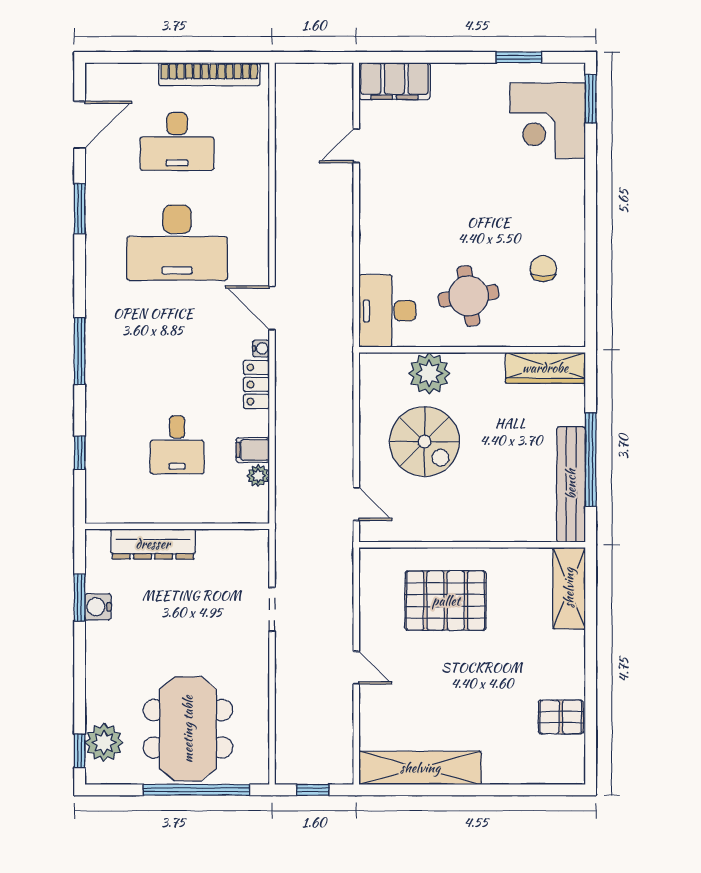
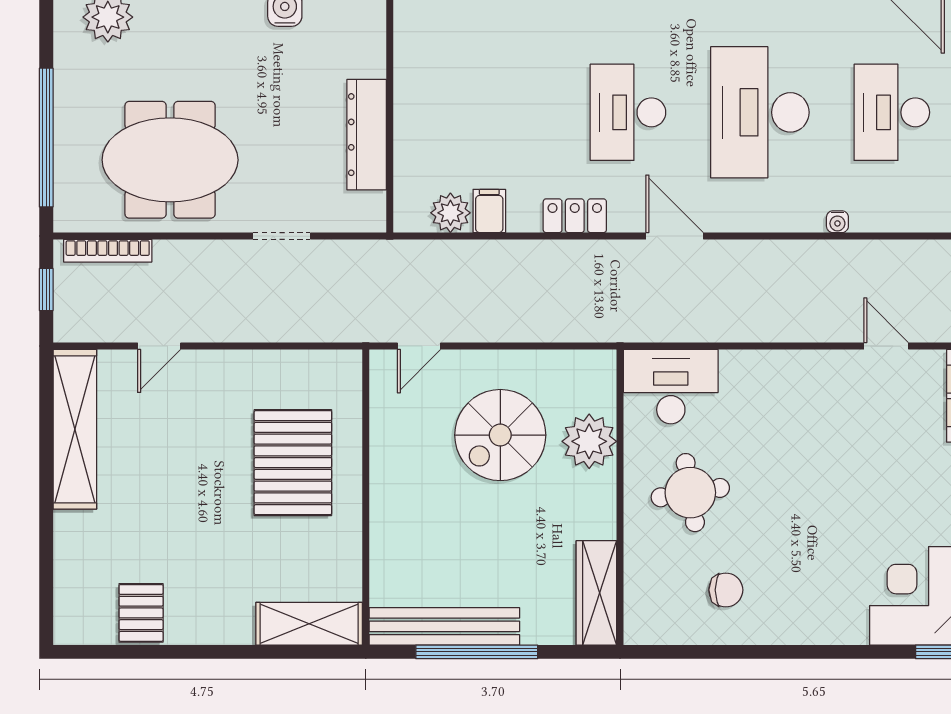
door: (272, 308) -> (675, 236), hinge flipped
water cooler: (261, 348) -> (837, 222), moved
desk: (177, 445) -> (628, 112), moved, width x1.37
plant: (258, 476) -> (450, 213), width x1.38, depth x1.38
dresser: (153, 544) -> (367, 135), moved
door: (356, 668) -> (159, 346), moved
meeting table: (188, 729) -> (170, 160), moved
bookcase: (283, 743) -> (108, 251), added

